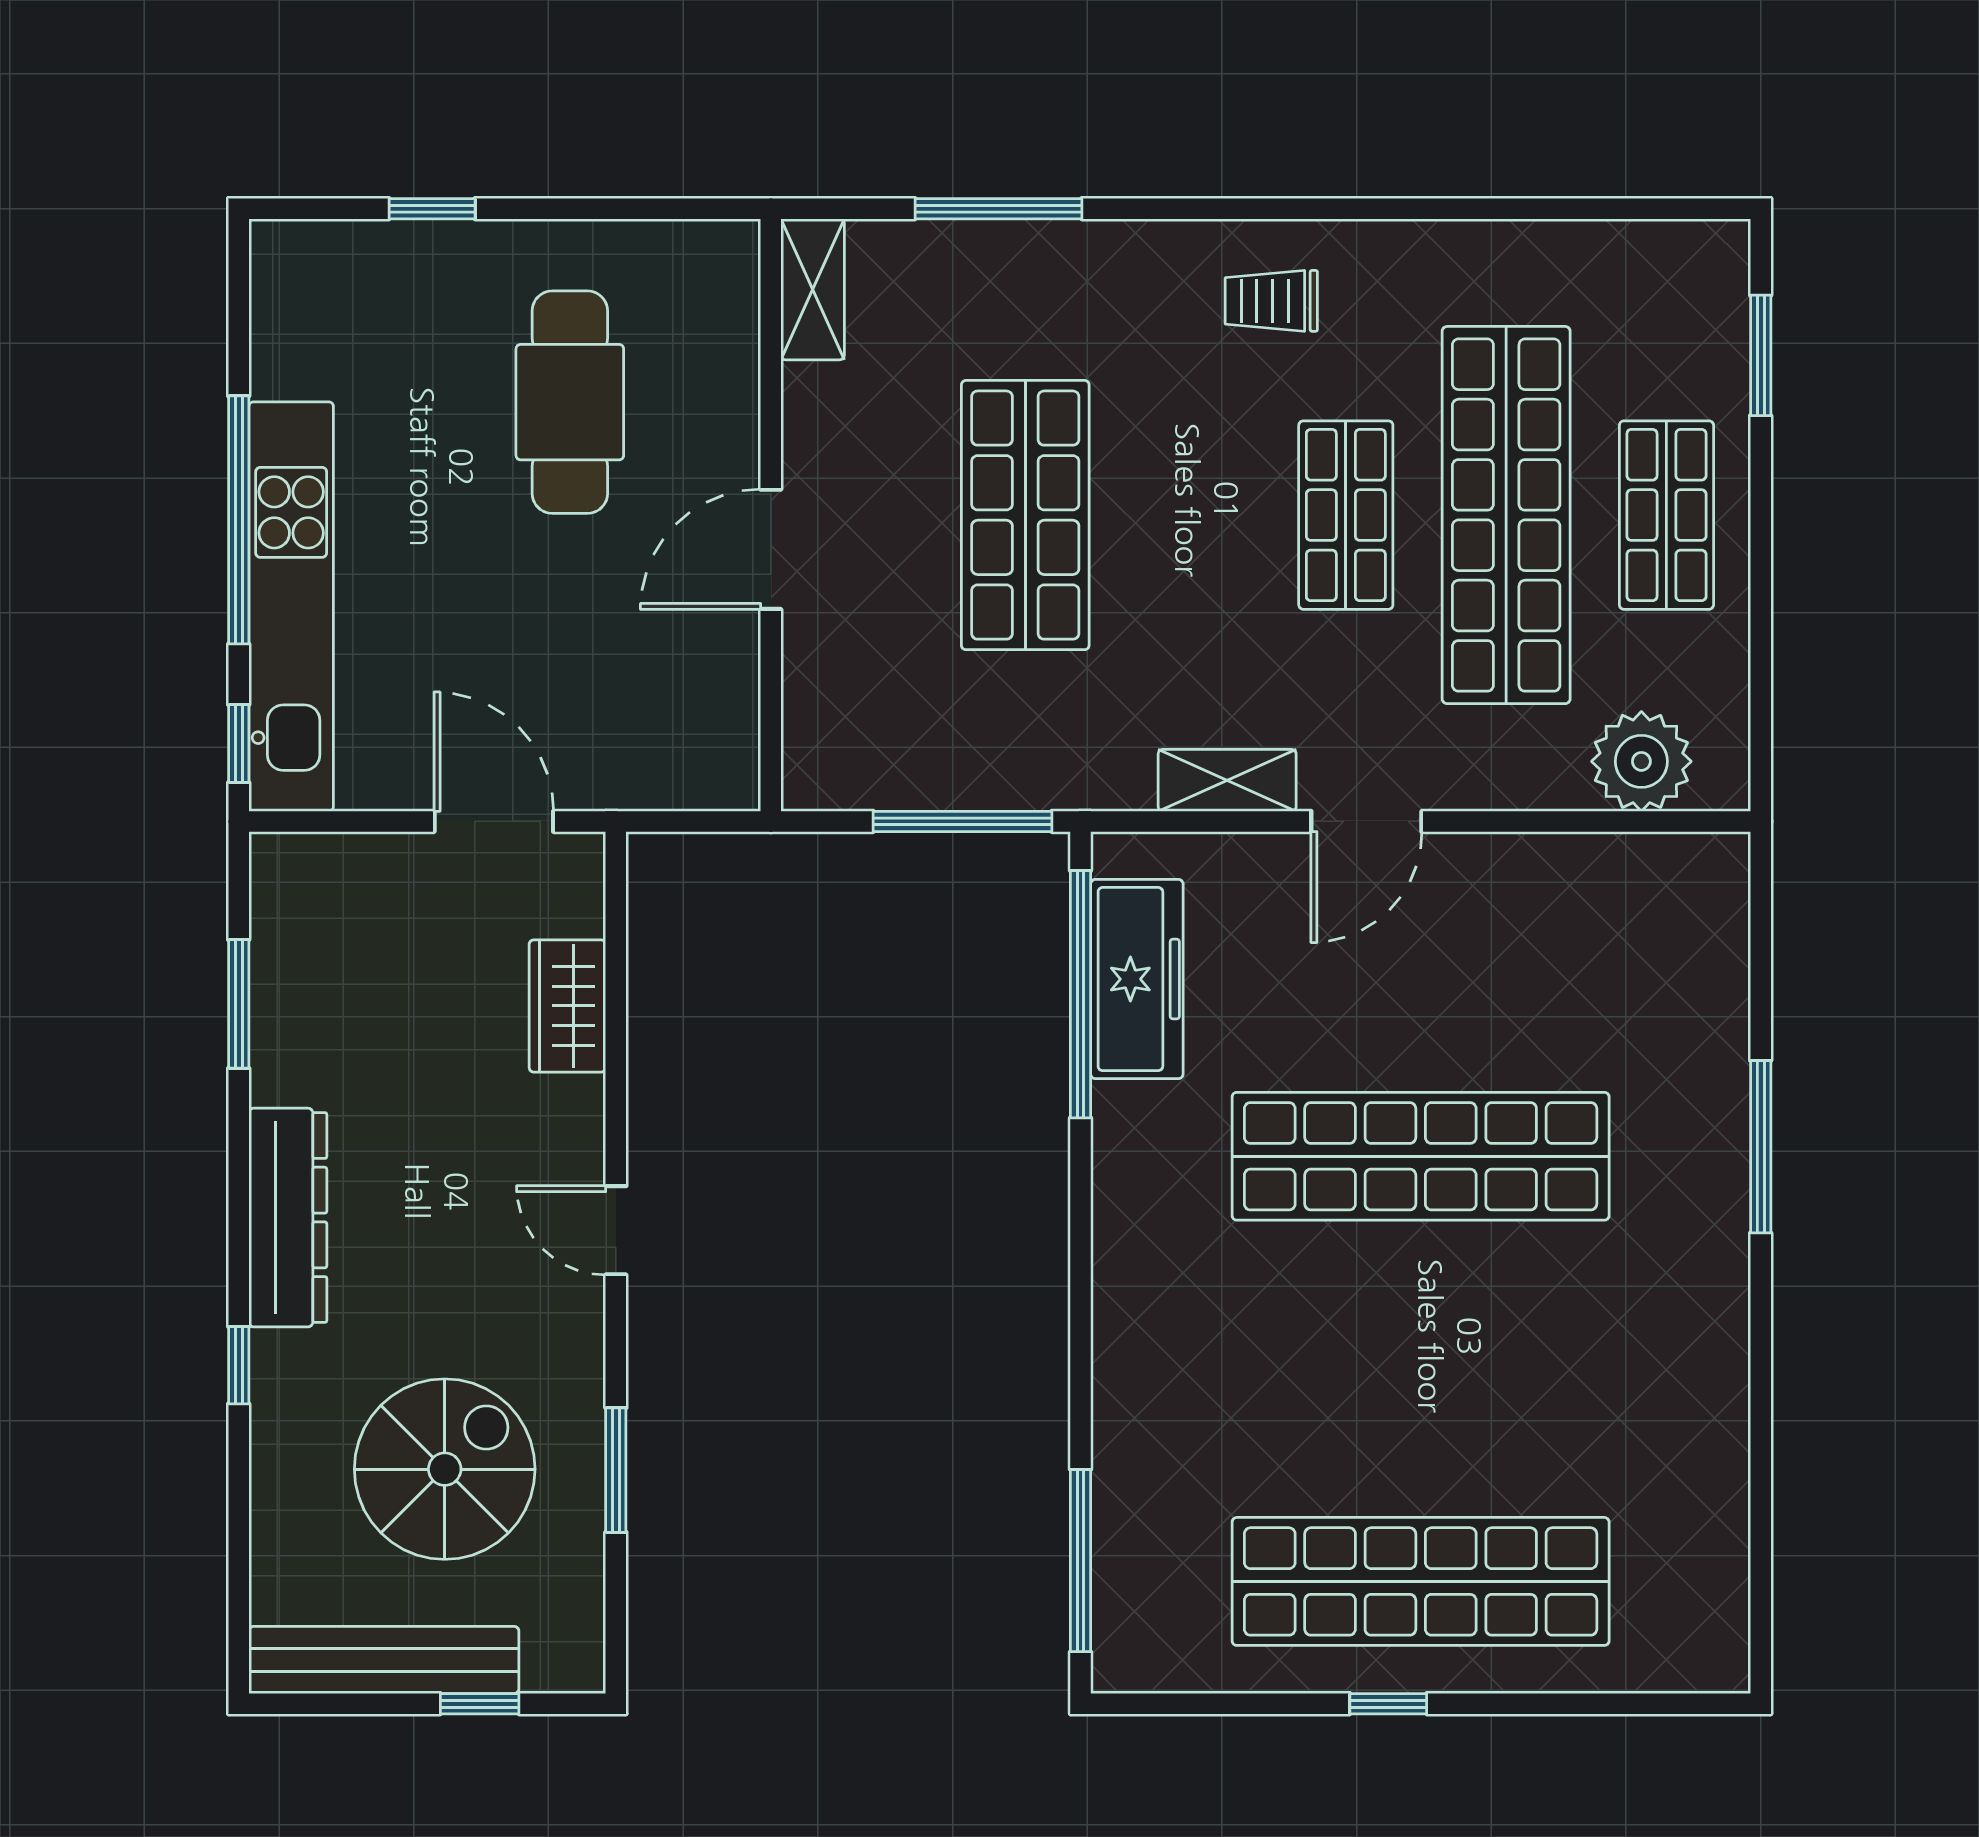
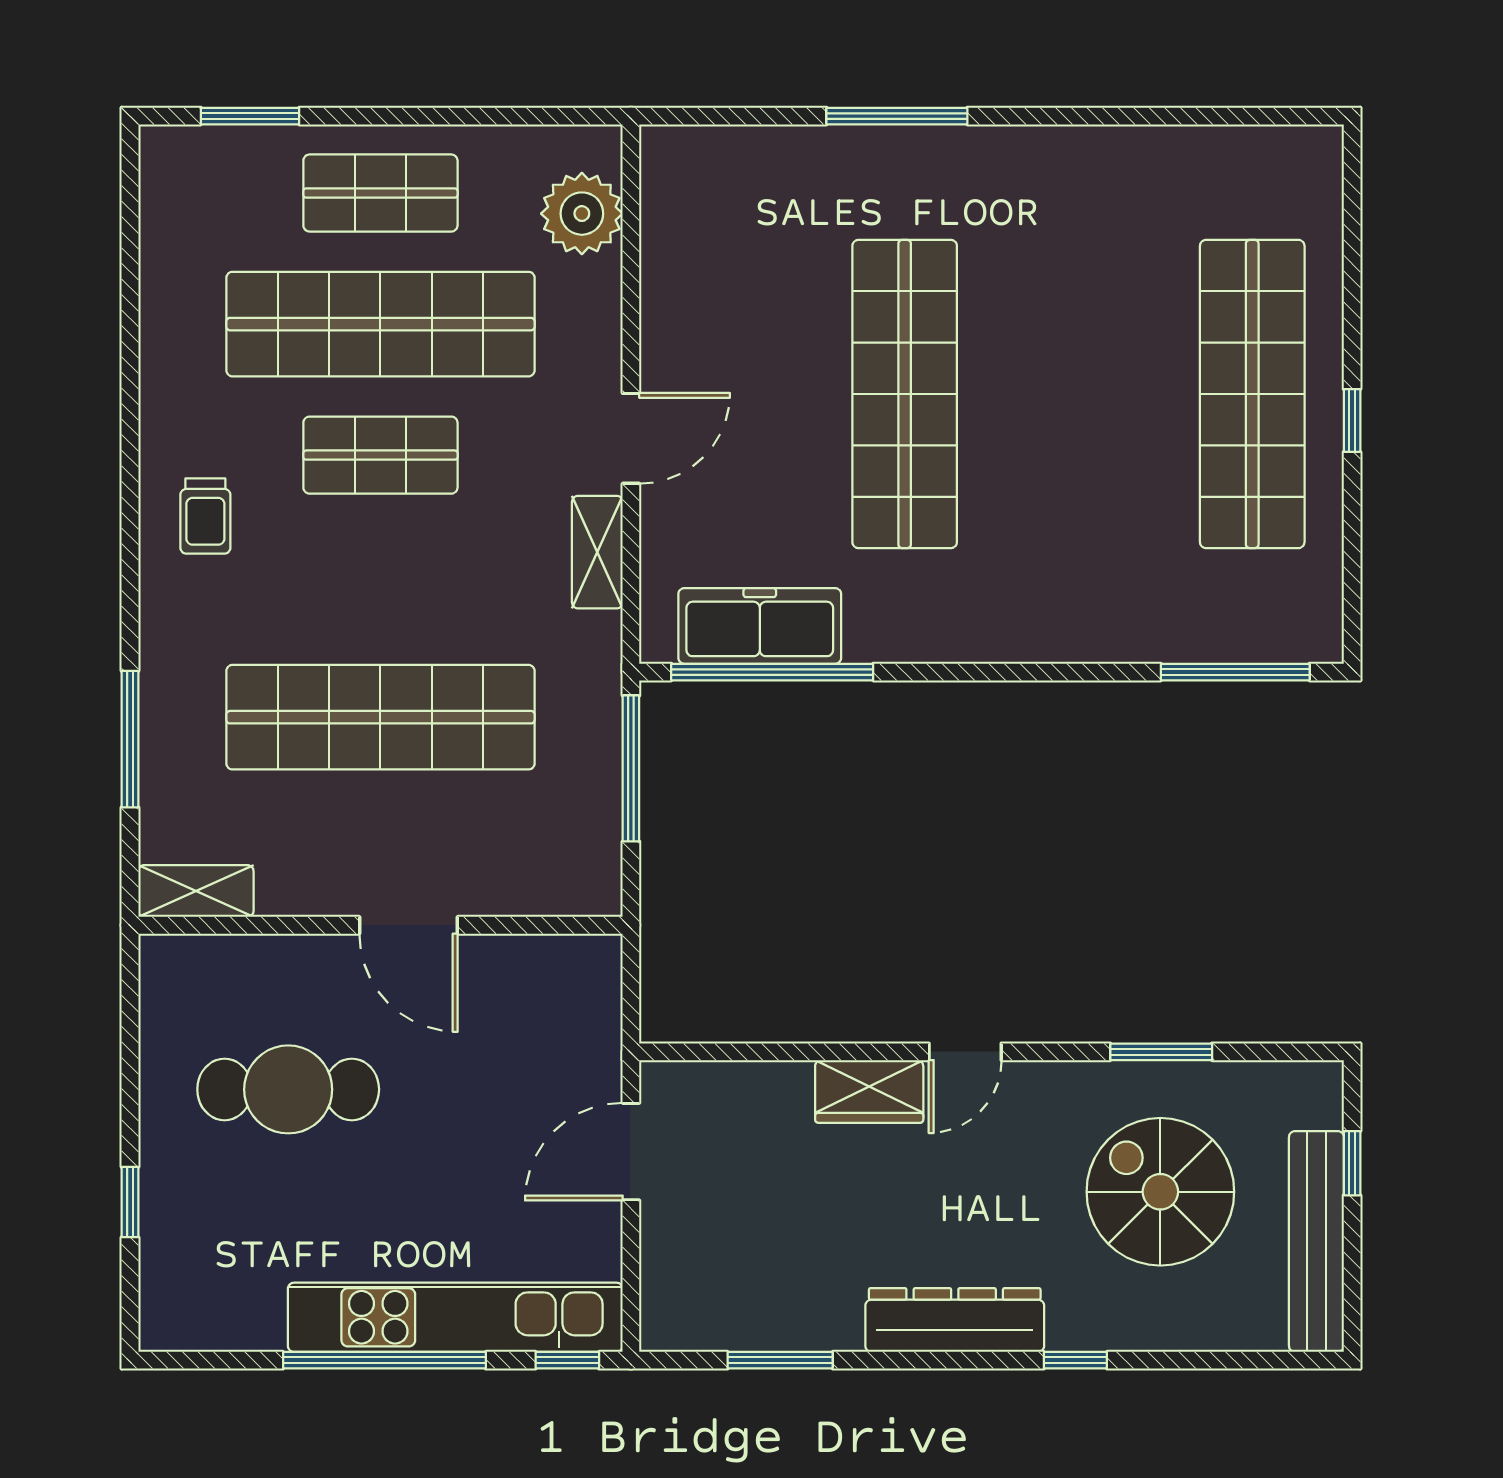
shop shelf: (1025, 515) -> (380, 717), width x1.40
door: (1366, 821) -> (631, 438), hinge flipped
wardrobe: (567, 1006) -> (869, 1091), moved

